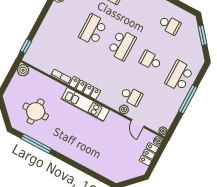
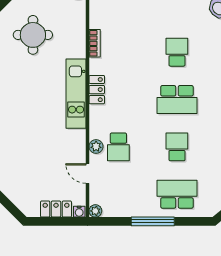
school desk: (93, 30) -> (177, 52), width x0.54
locker: (85, 88) -> (97, 90), width x0.66
door: (138, 123) -> (87, 173), hinge flipped

